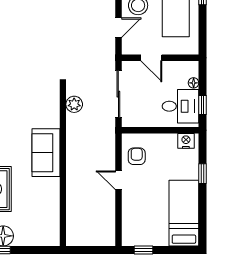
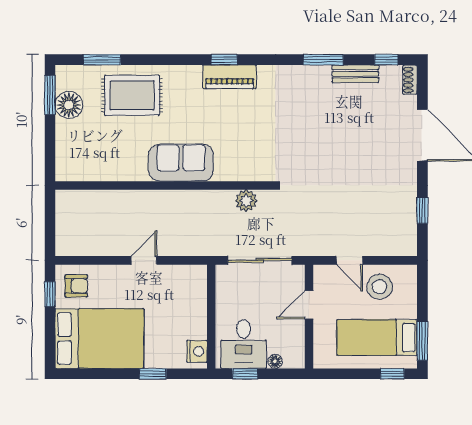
armchair: (137, 156) -> (76, 286), moved
bed: (184, 213) -> (100, 339), width x1.50

